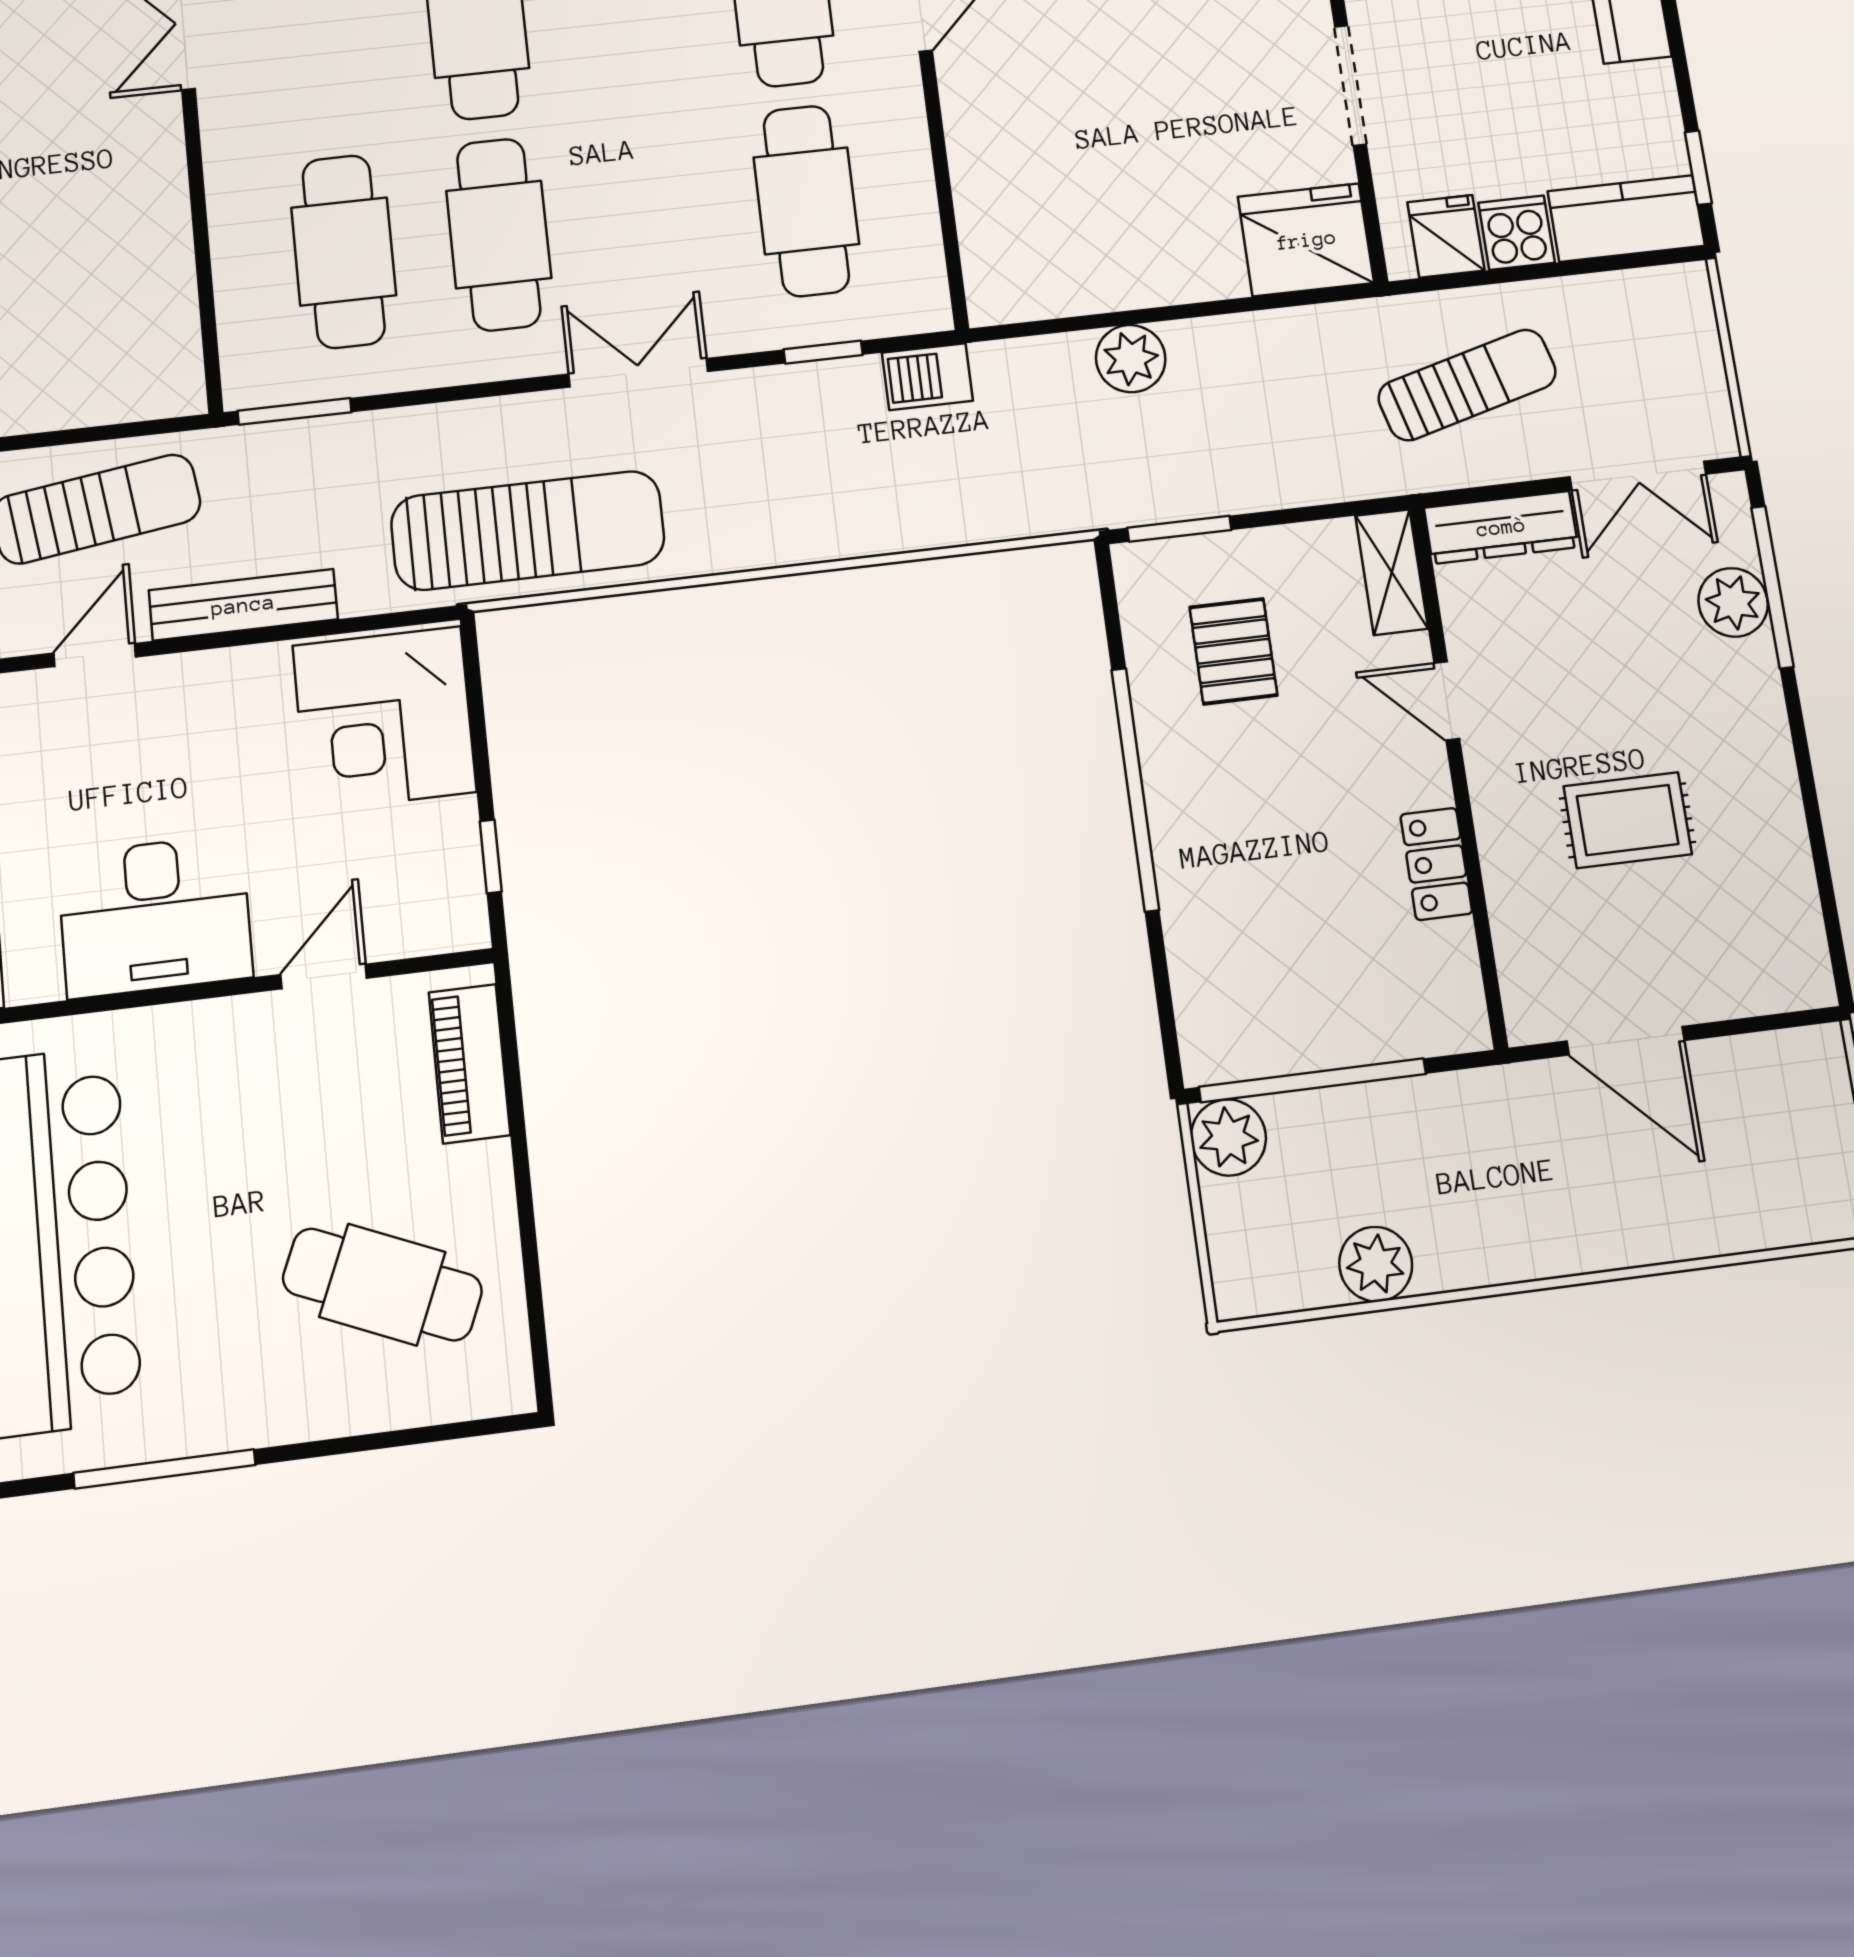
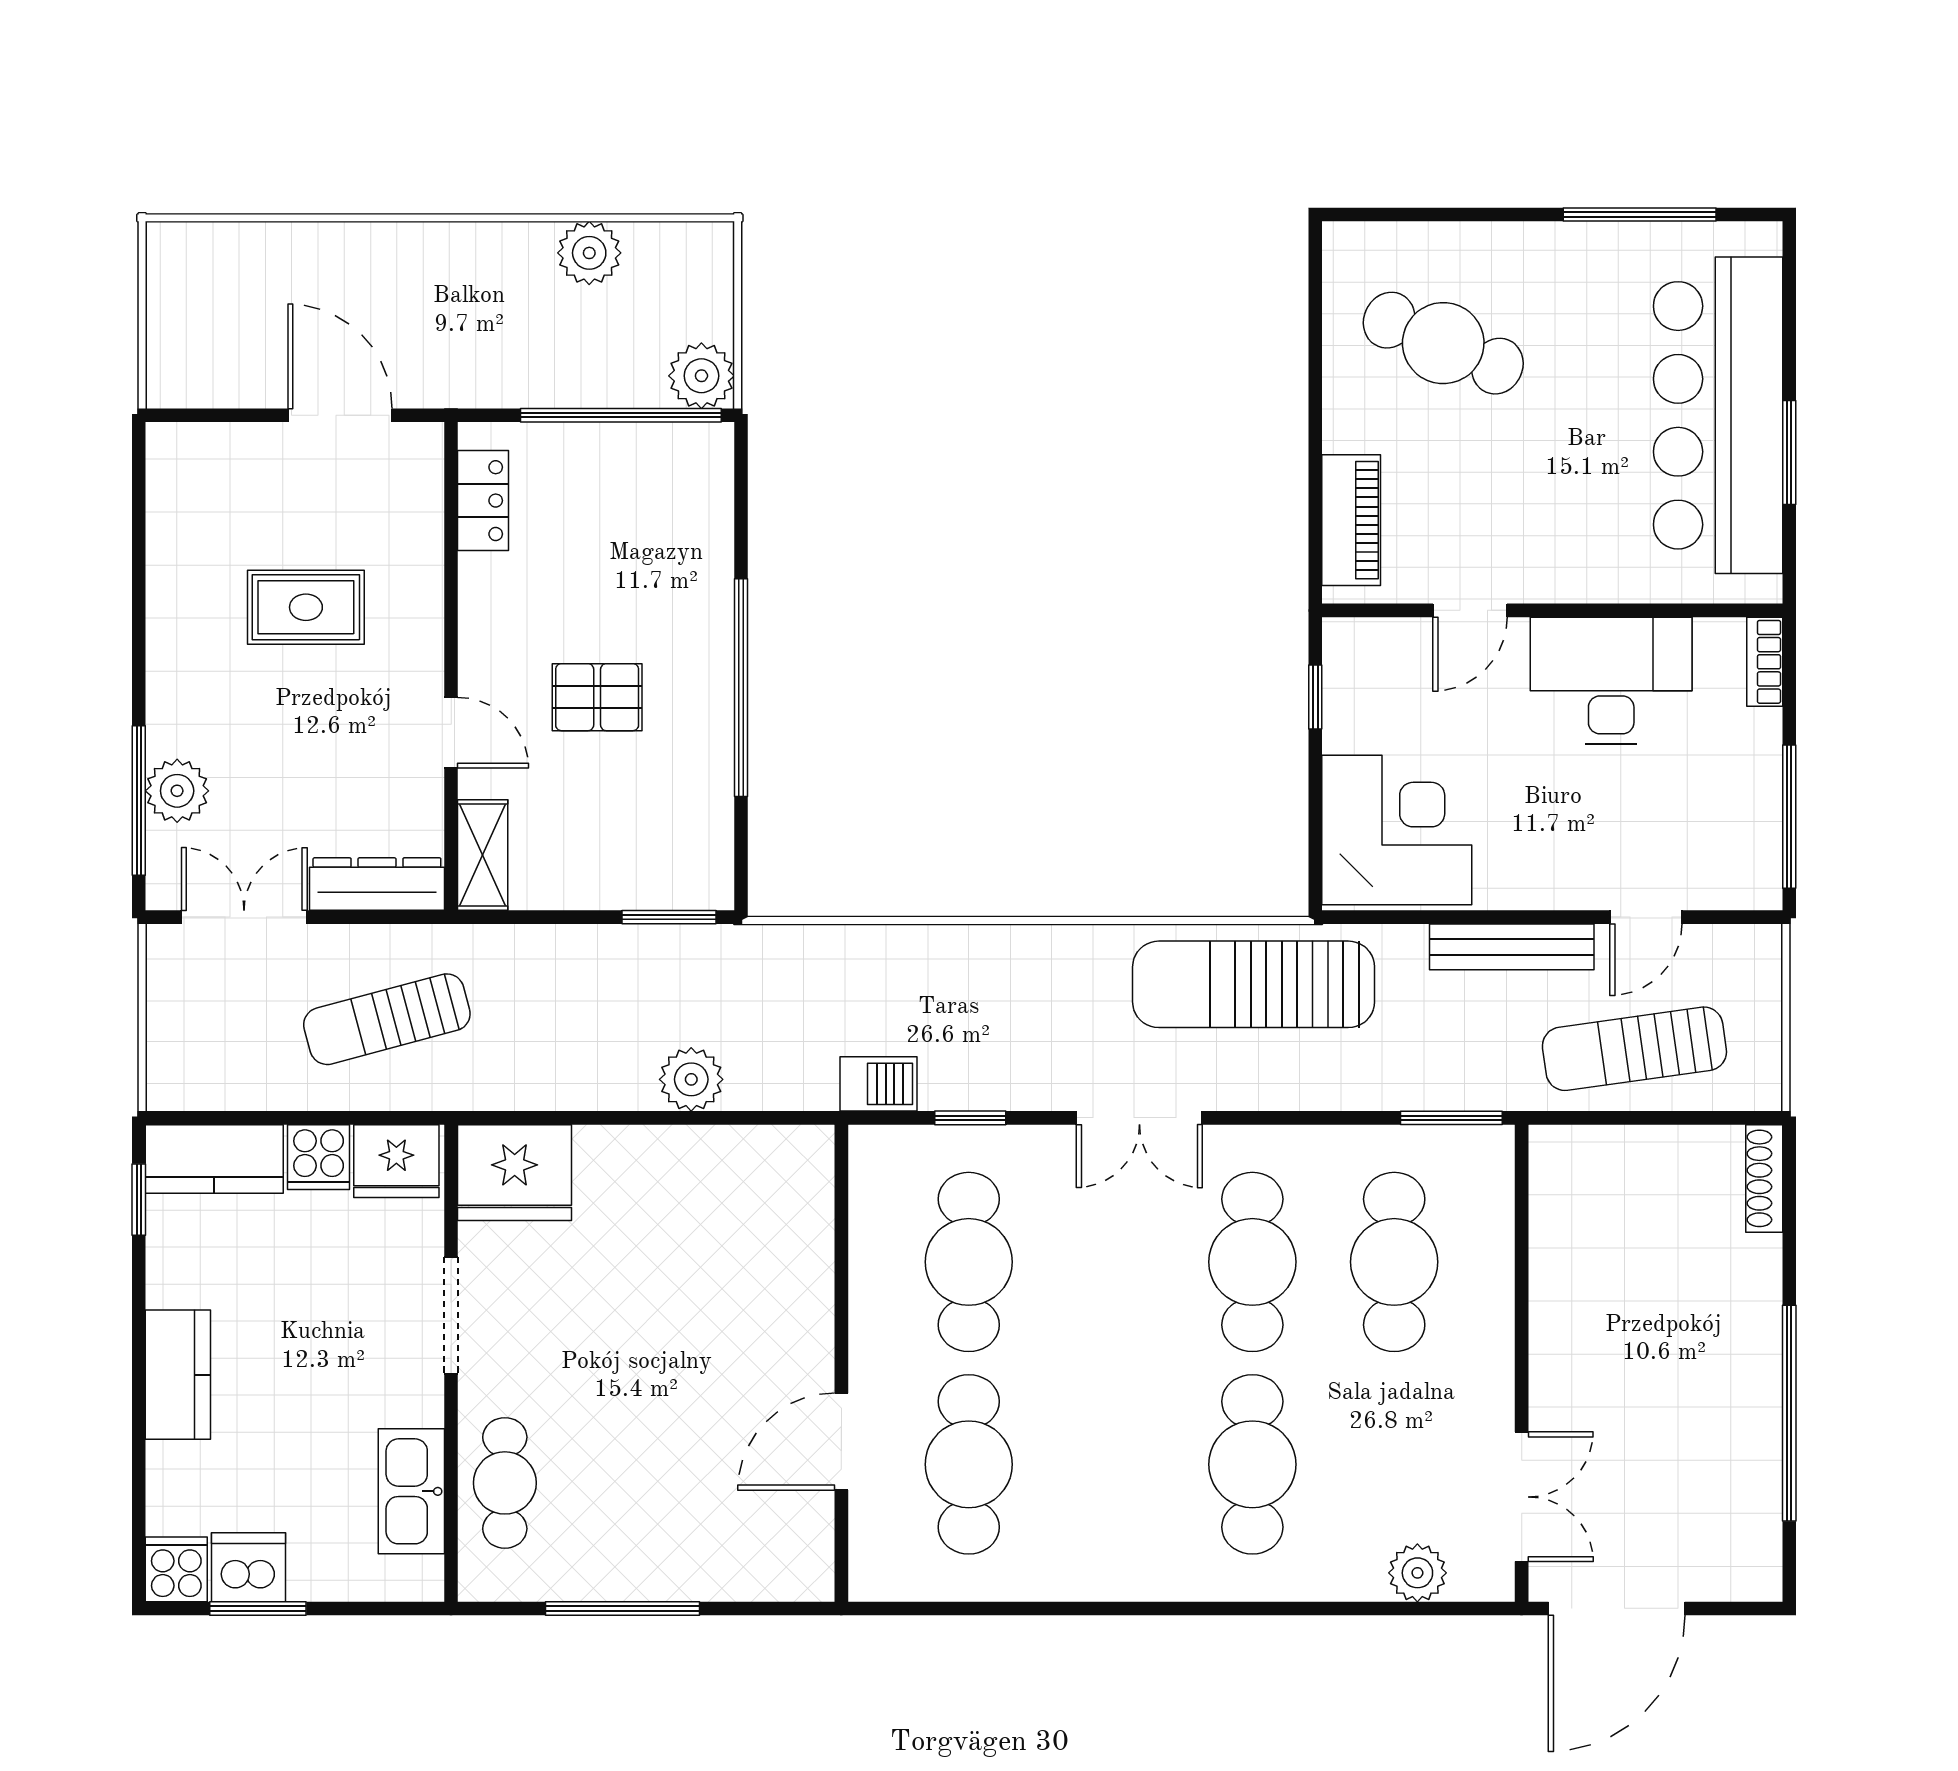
fridge: (1446, 236) -> (396, 1161), width x1.38
pallet: (1233, 651) -> (597, 697), moved, turned 90
locker: (1436, 864) -> (483, 501), moved

